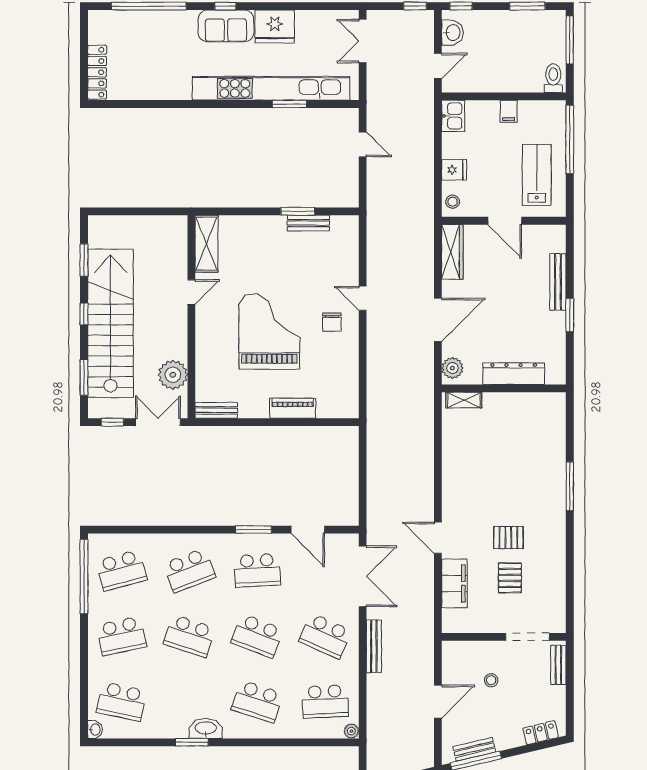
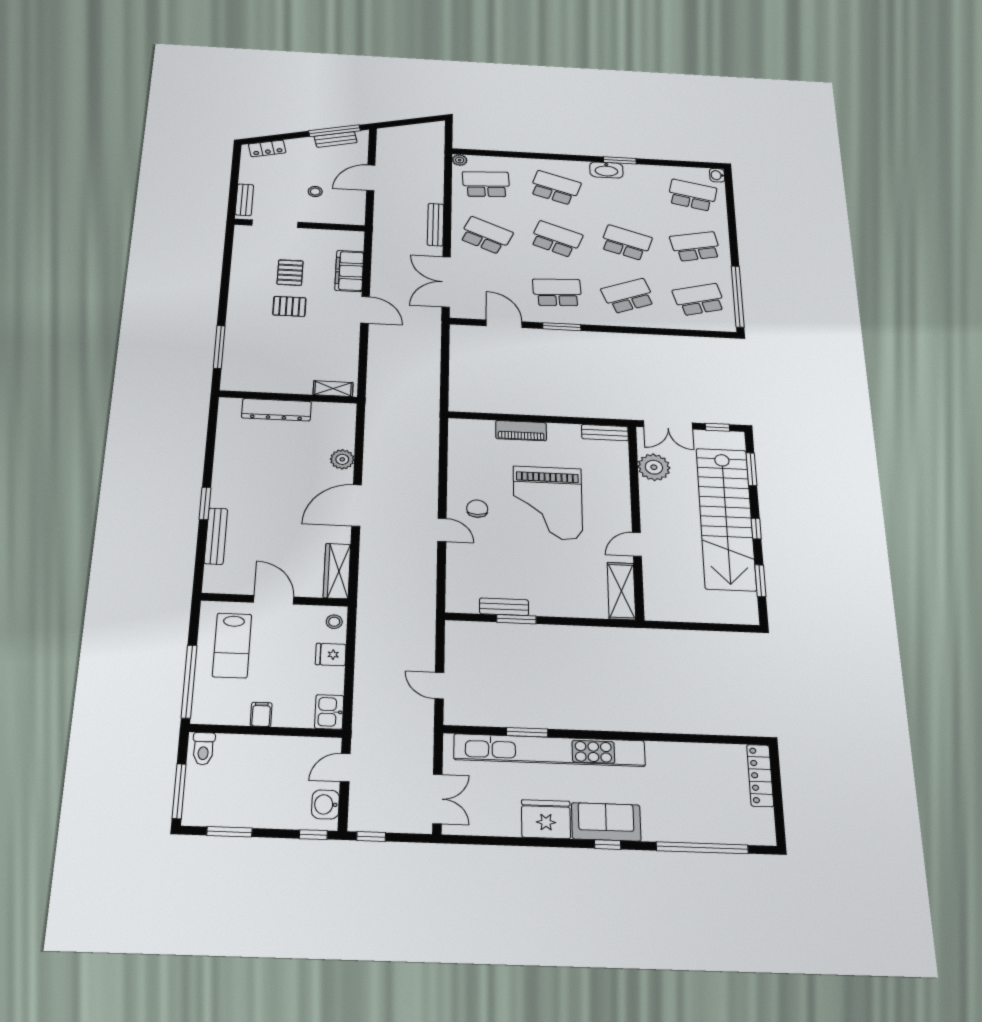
dresser: (514, 374) -> (276, 410), moved
wall: (504, 388) -> (288, 397), moved
shelving: (464, 400) -> (333, 389), moved

